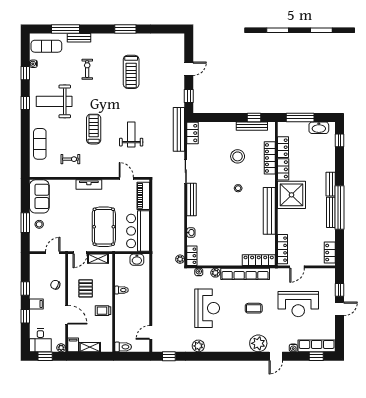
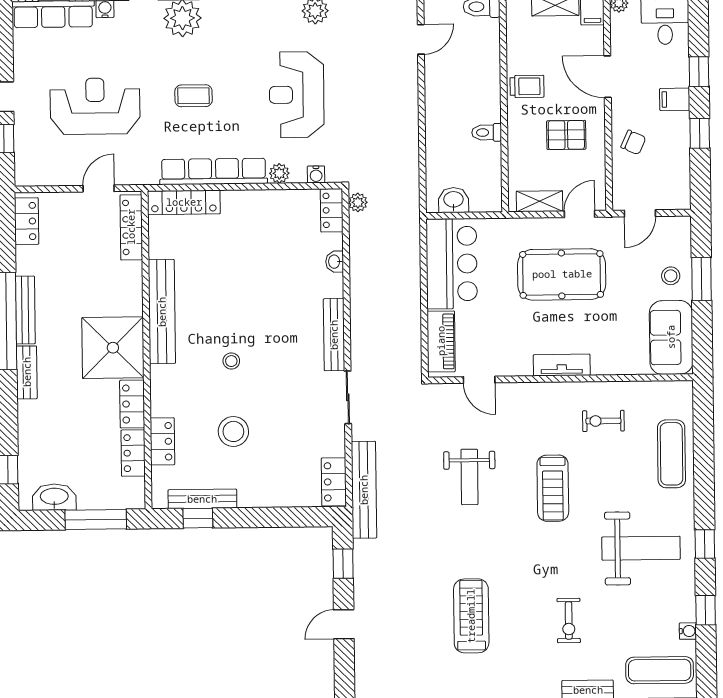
locker: (270, 158) -> (162, 441), width x0.66
pool table: (104, 227) -> (562, 274), moved, turned 90
pallet: (86, 288) -> (566, 135), turned 90

